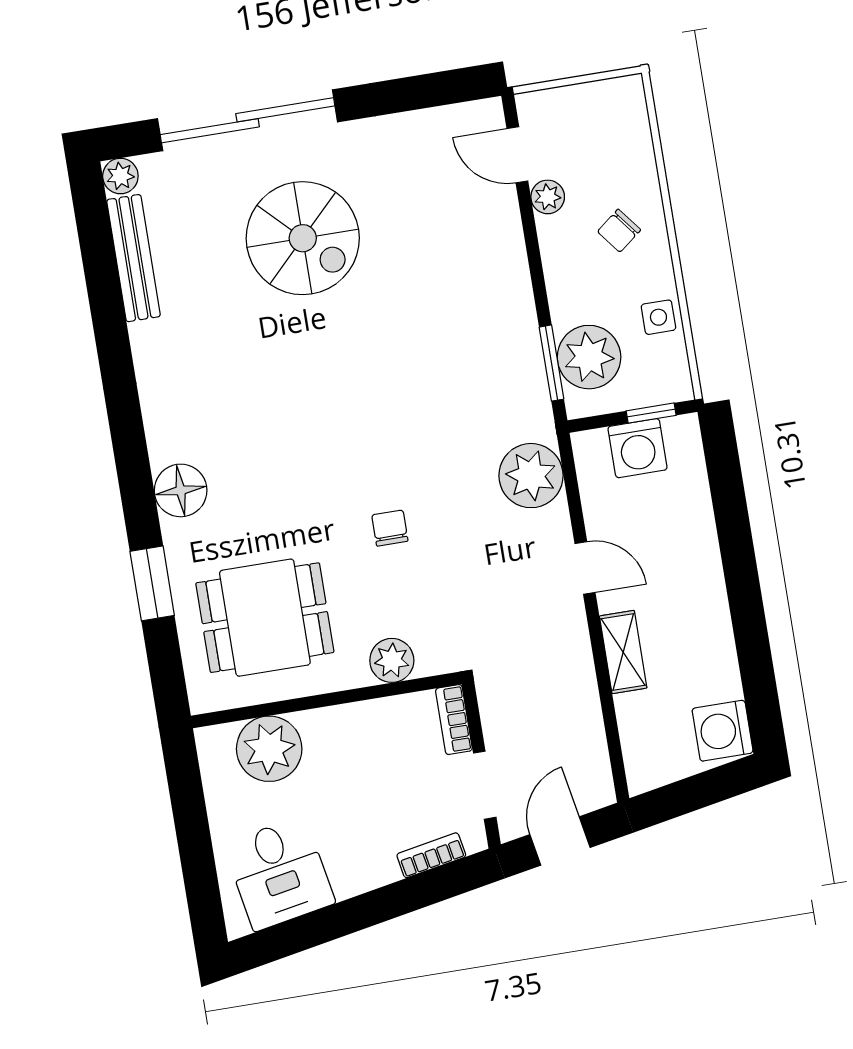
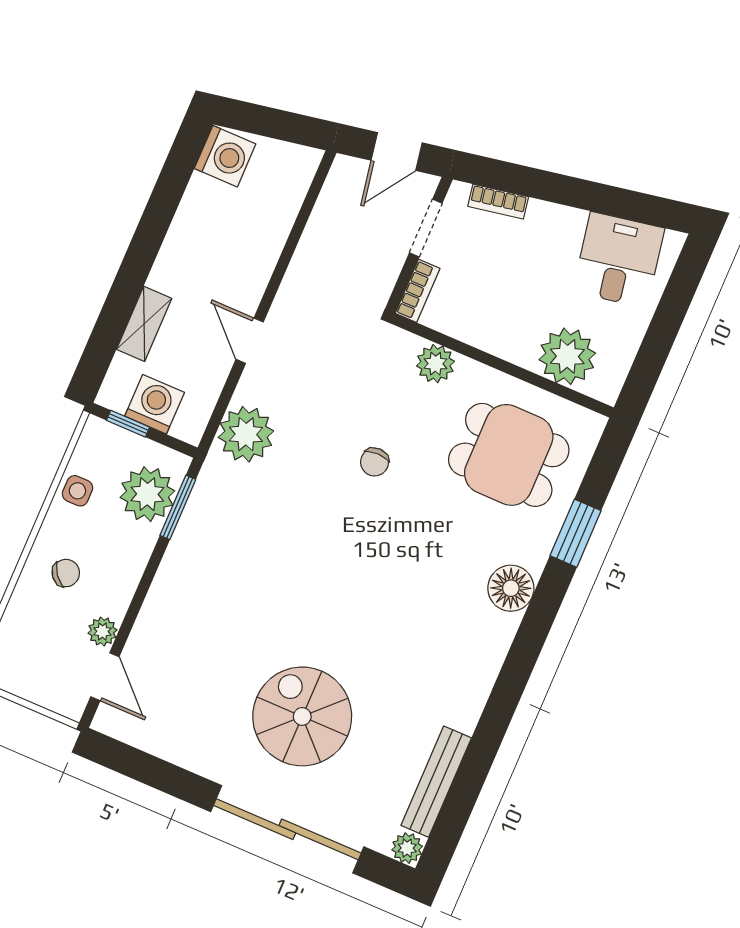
shelving: (623, 652) -> (144, 324), moved

